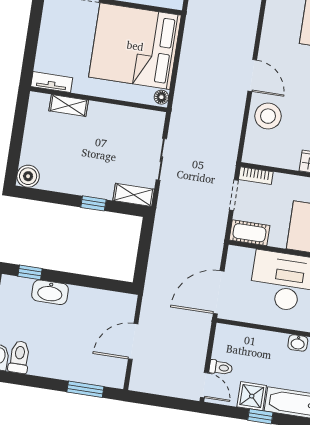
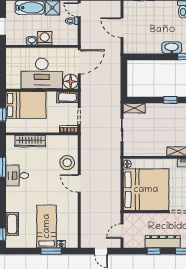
window: (93, 203) -> (170, 100), moved
floor lamp: (240, 260) -> (71, 81), added
door: (133, 341) -> (122, 28), swing flipped
washing machine: (274, 344) -> (45, 38), added

